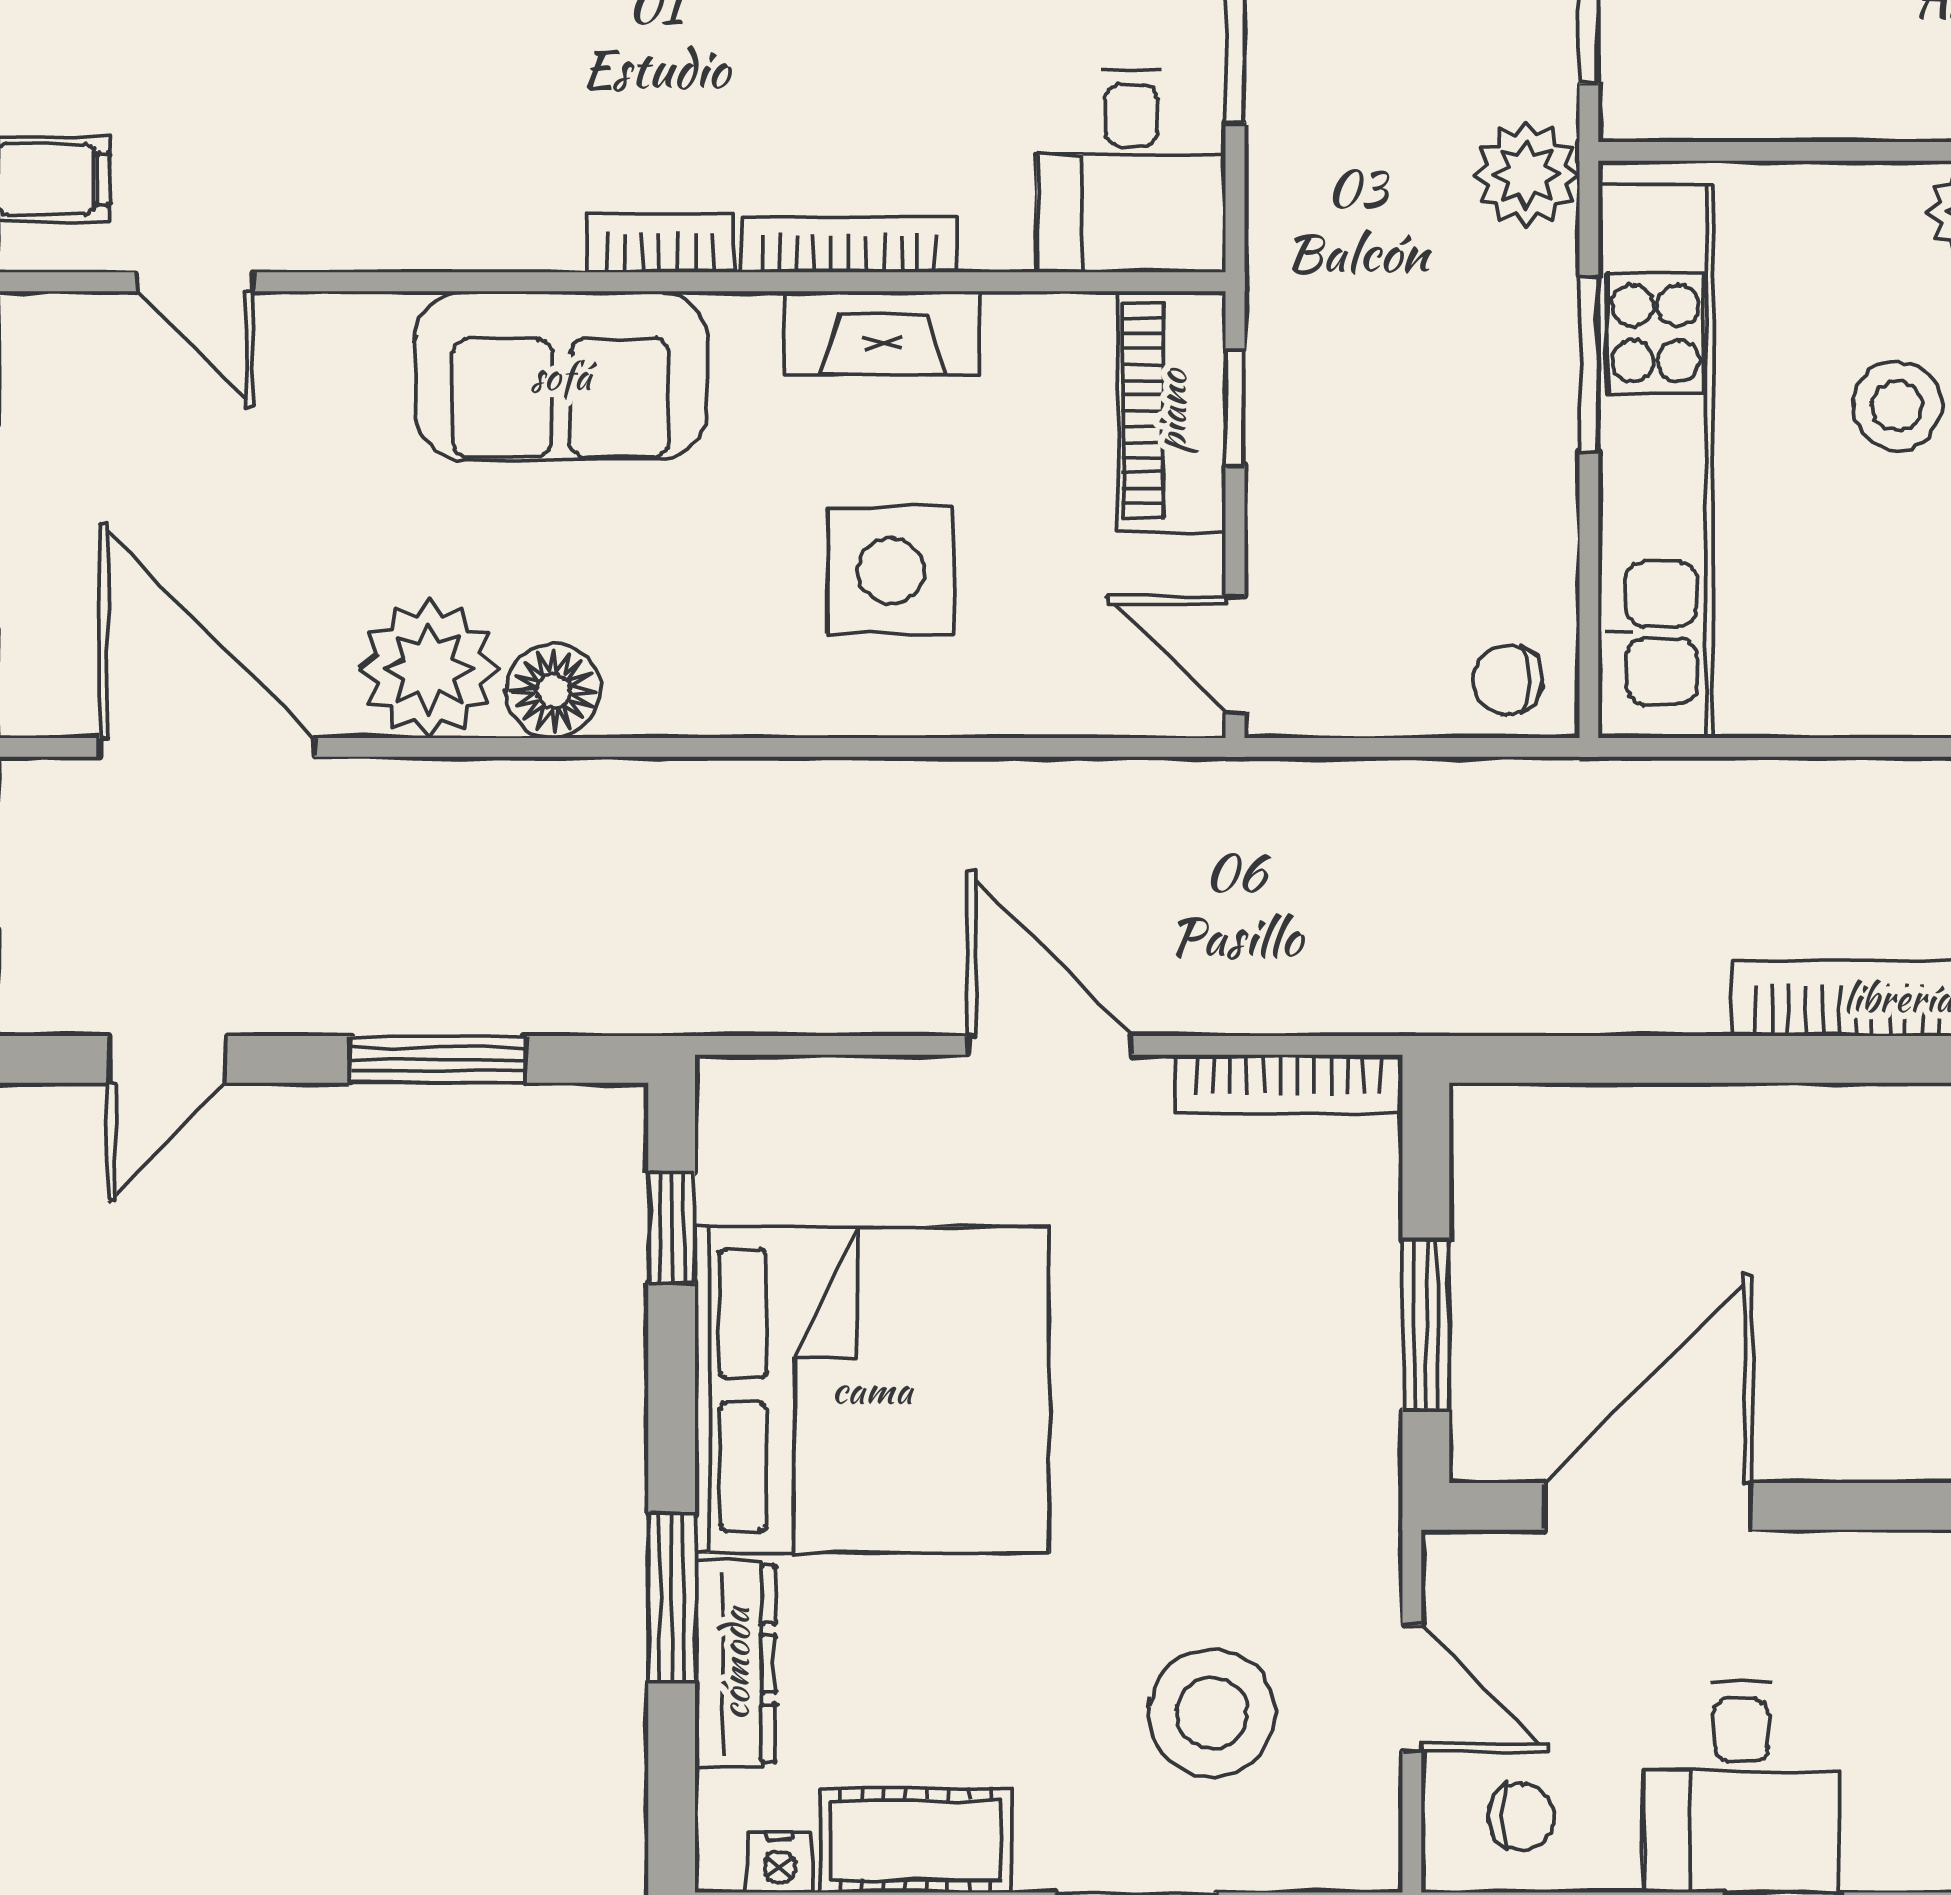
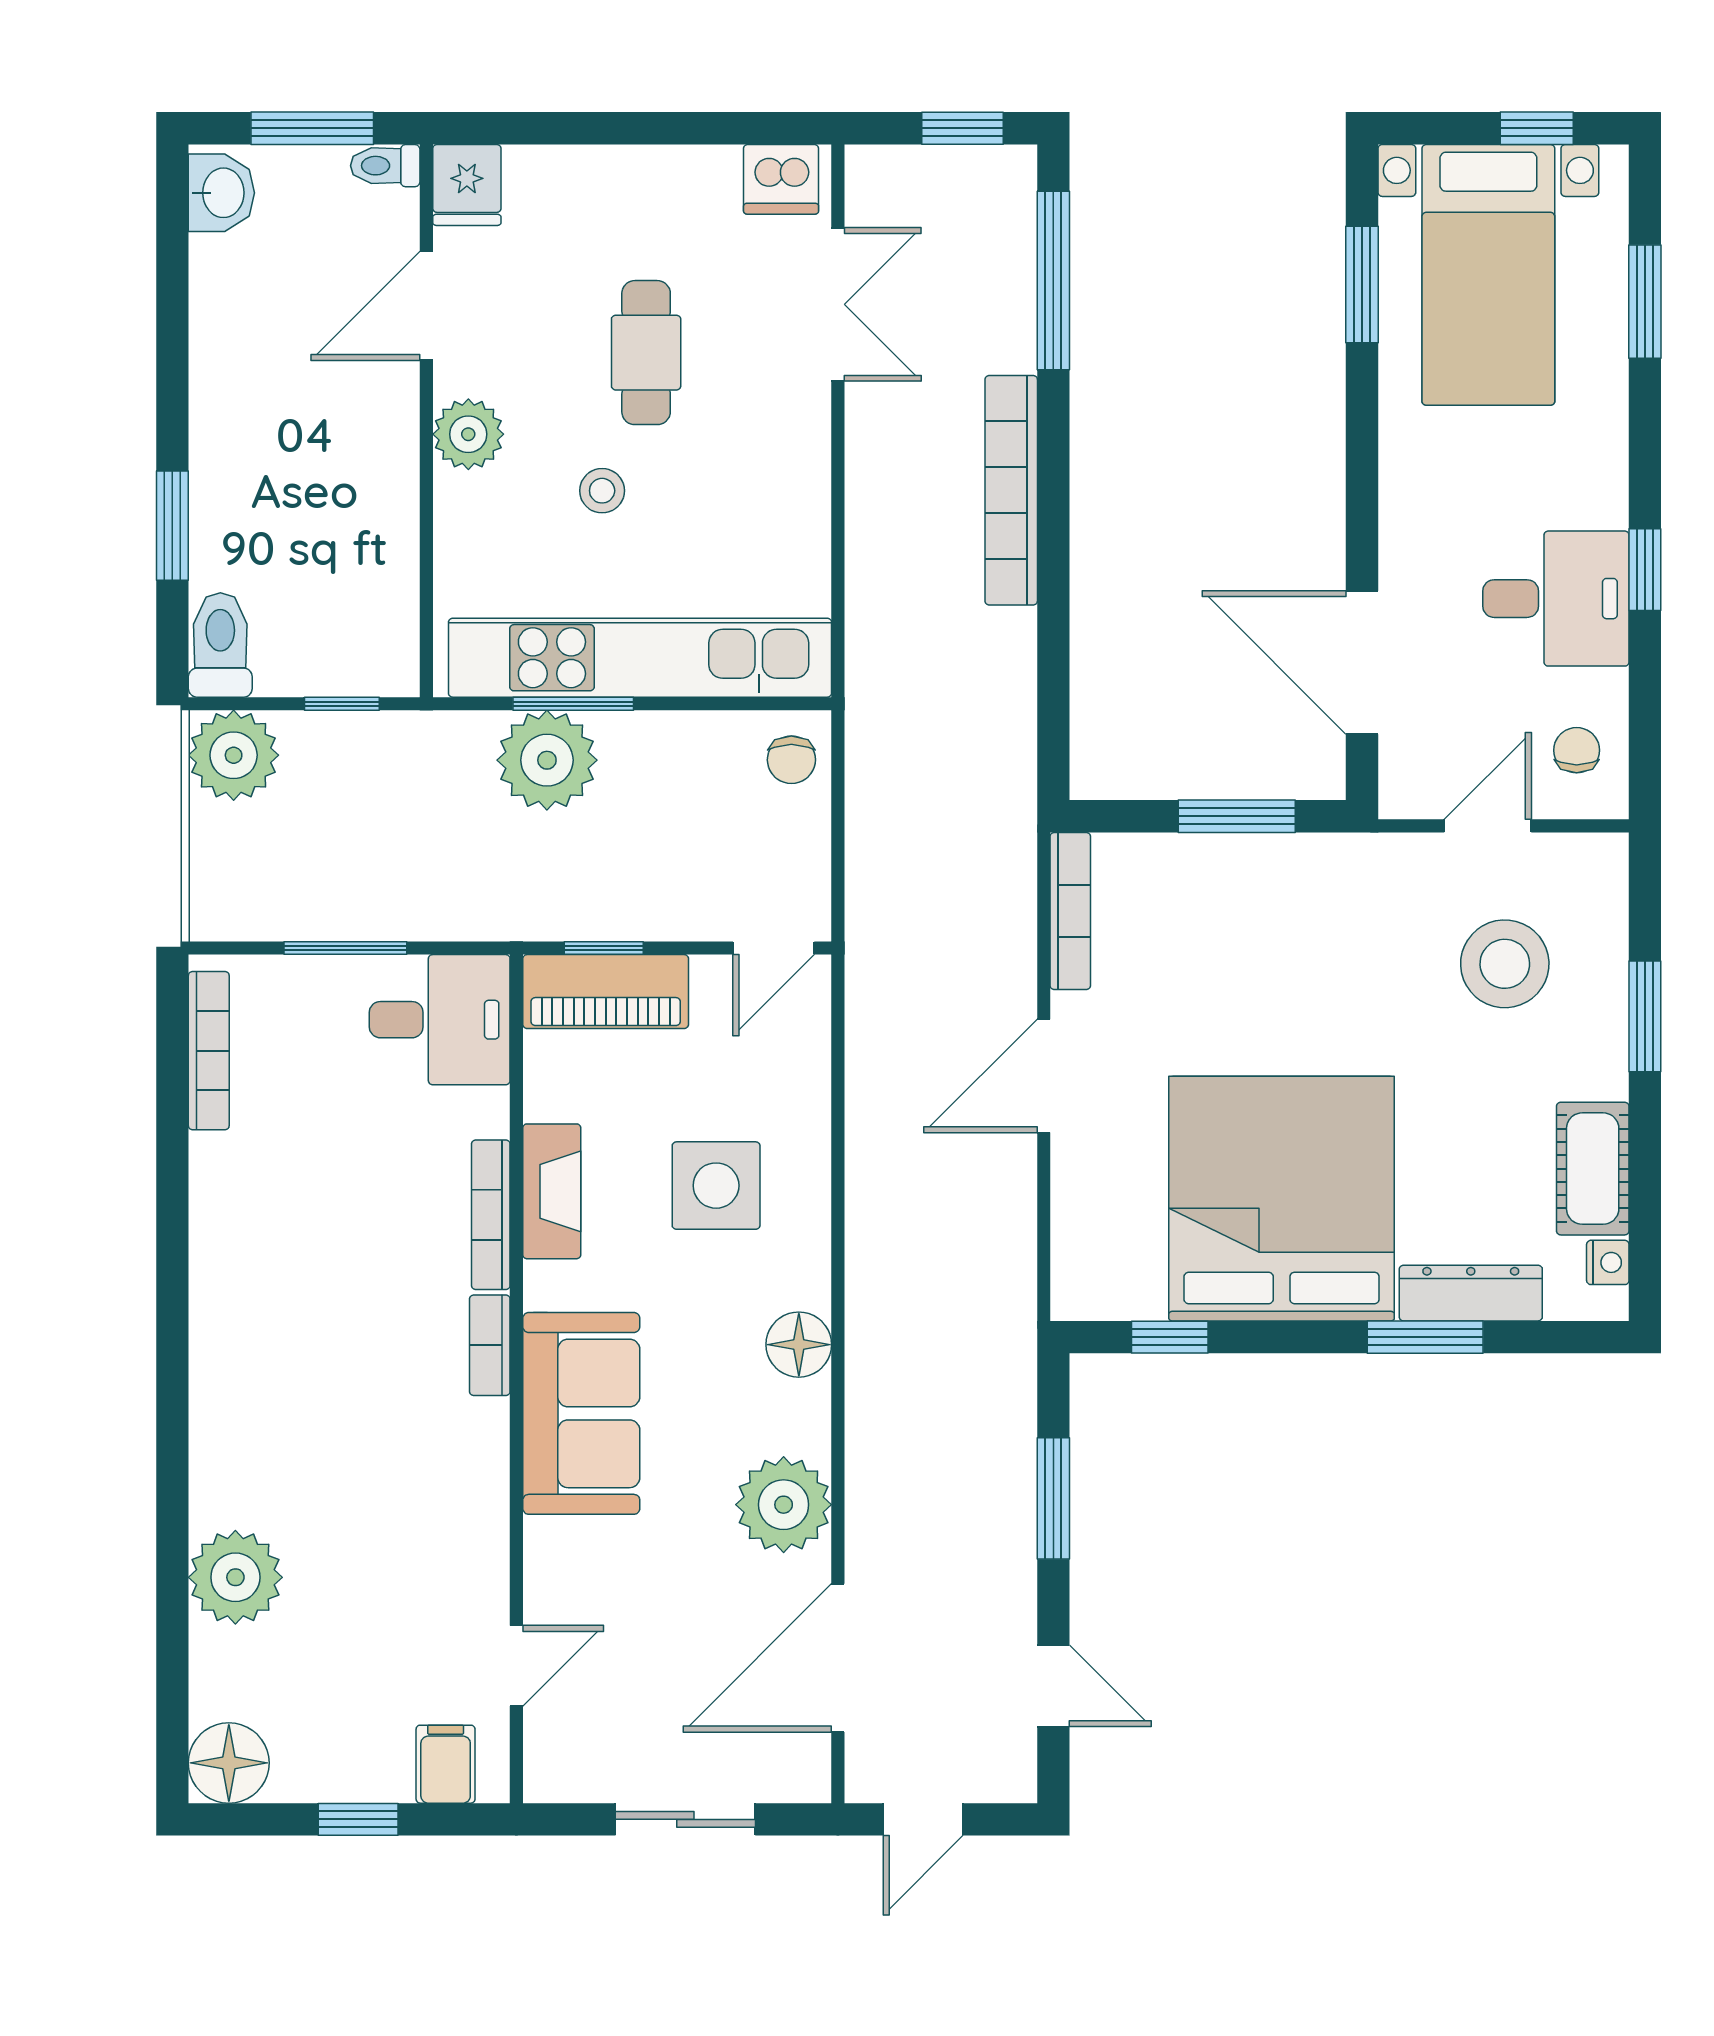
plant: (1526, 175) -> (547, 760), moved, width x1.36, depth x1.36
stool: (1897, 406) -> (602, 491), width x0.73, depth x0.73
floor lamp: (553, 691) -> (799, 1345), moved

